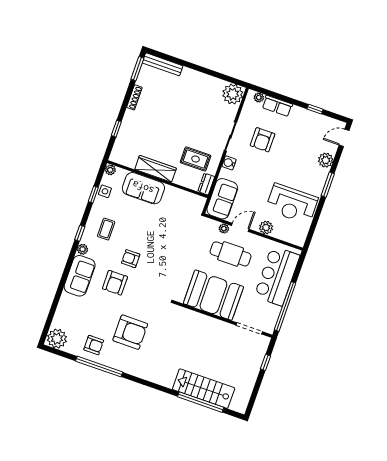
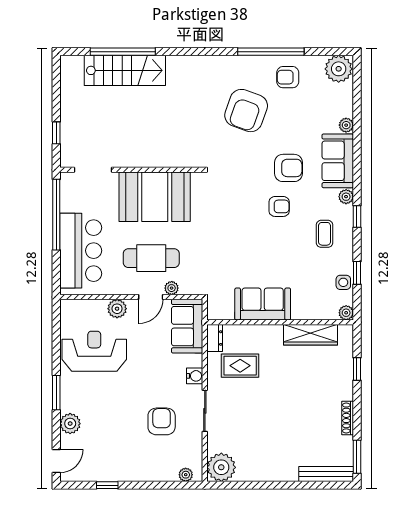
row of seats: (277, 106) -> (158, 472), removed
wardrobe: (156, 169) -> (310, 335), moved
sofa: (143, 188) -> (263, 304), moved
armchair: (115, 283) -> (289, 168), turned 90
plant: (65, 298) -> (346, 125), added
armchair: (130, 332) -> (246, 111), turned -70

